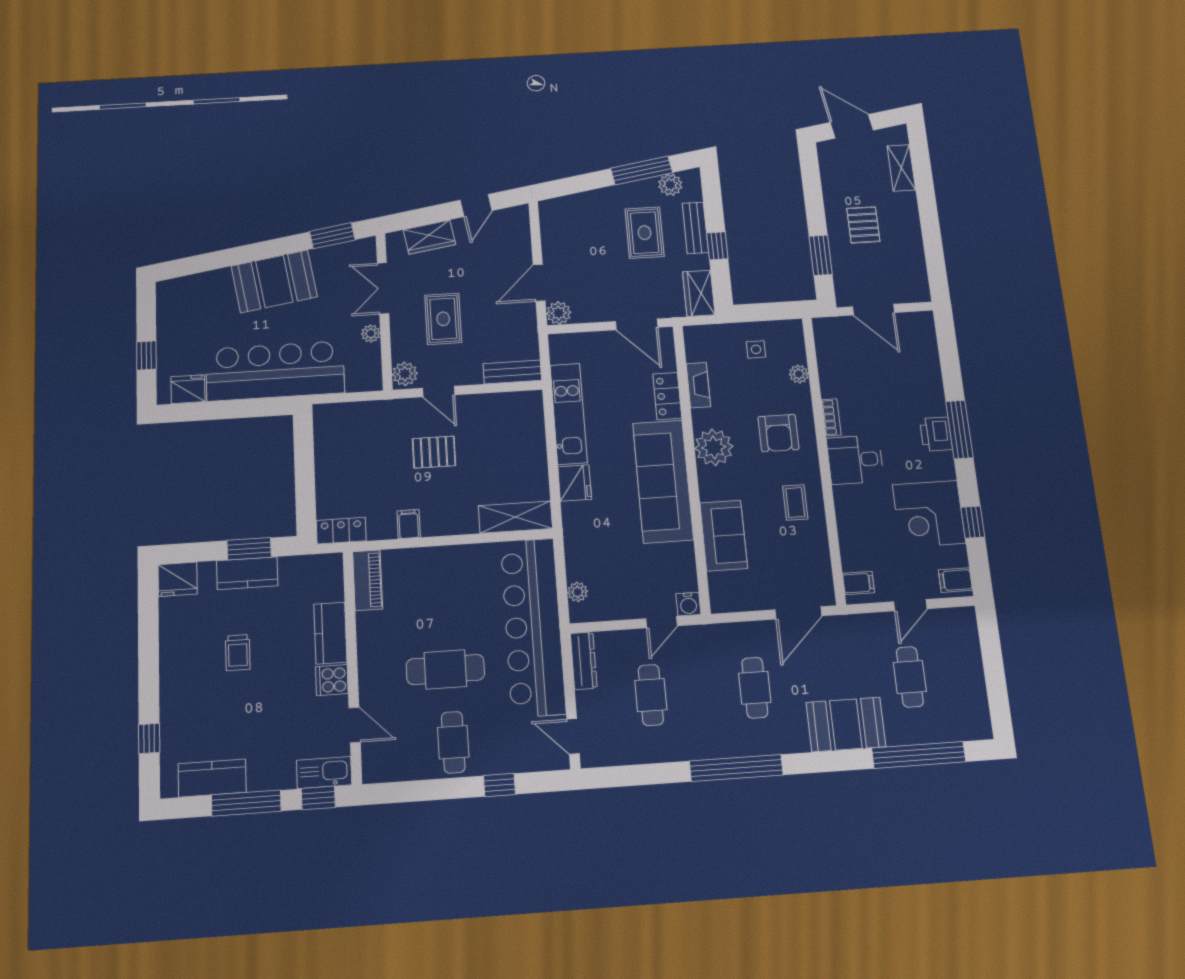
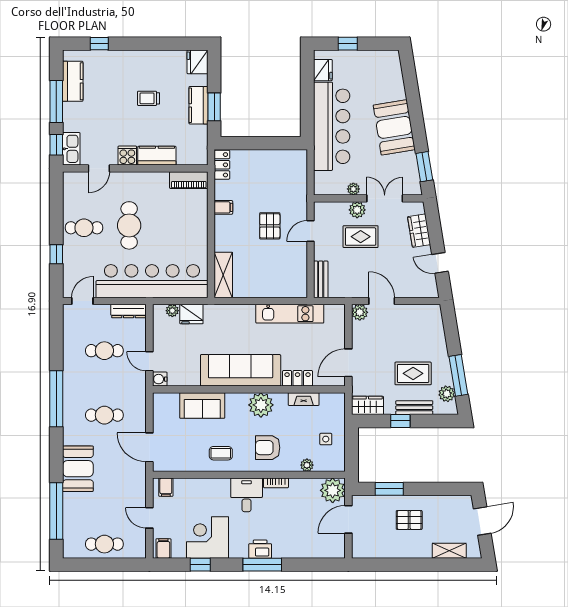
plant: (833, 335) -> (333, 490), added
plant: (405, 374) -> (357, 210), moved
fridge: (575, 483) -> (191, 314), moved
cafe table: (910, 677) -> (104, 544), moved

